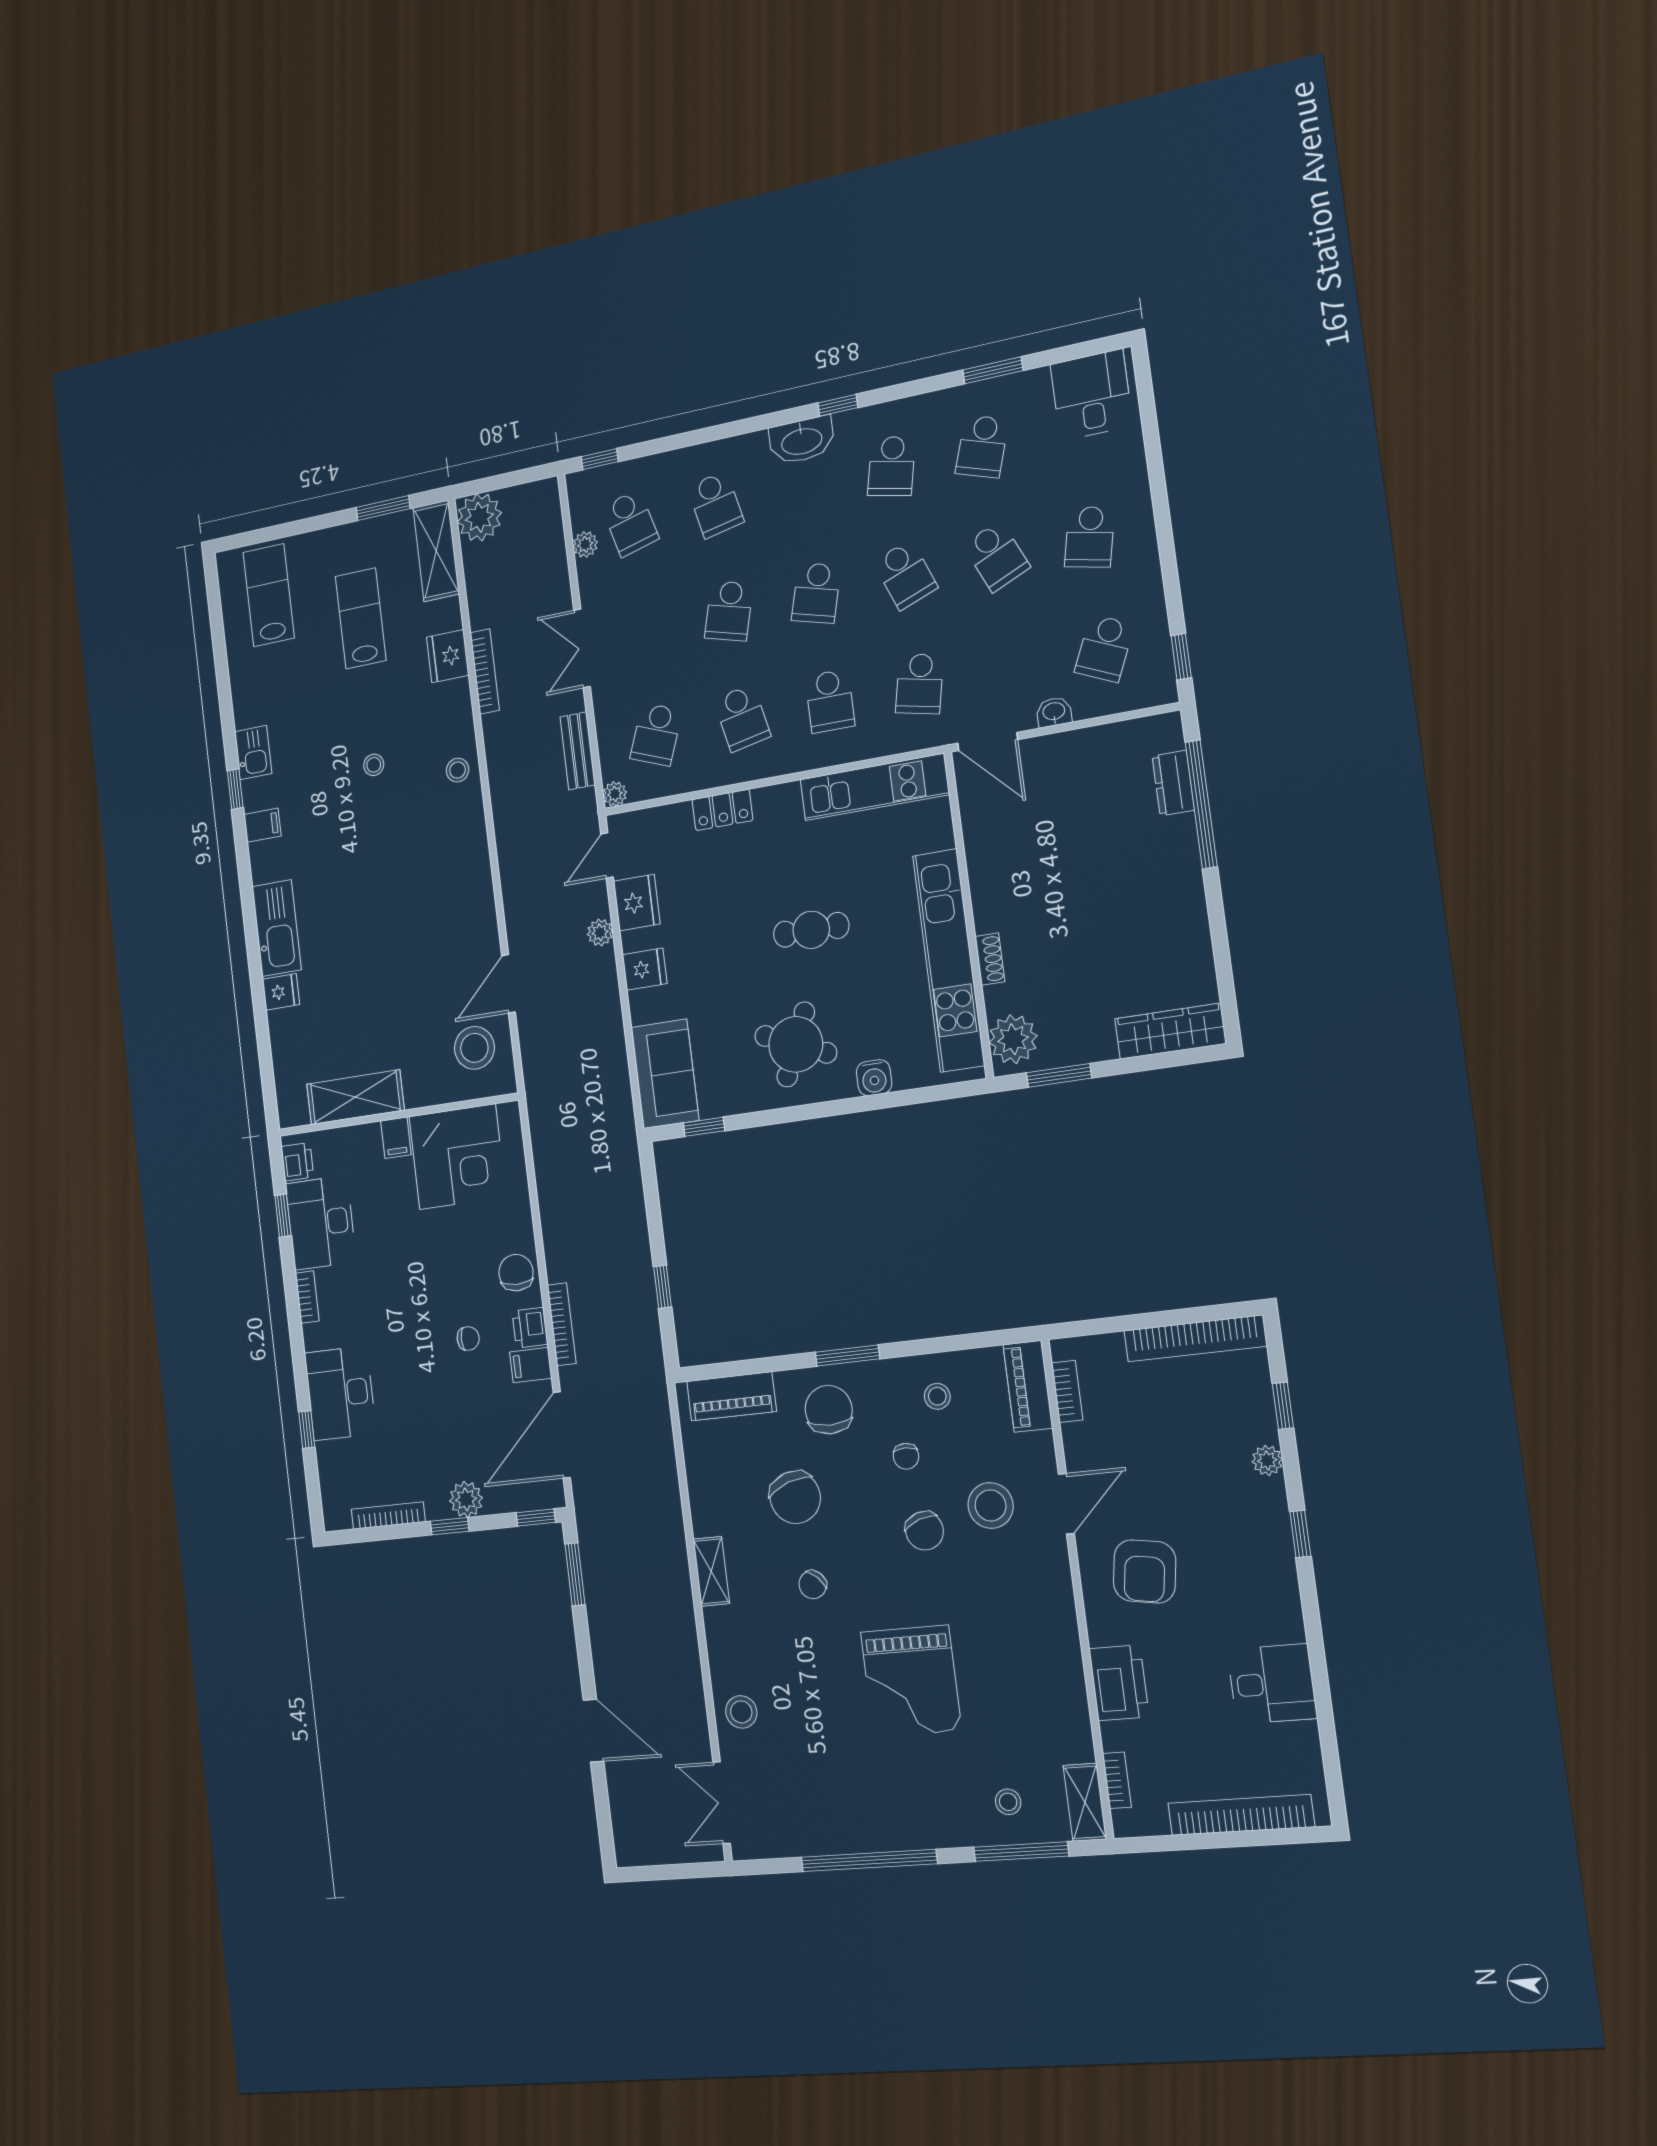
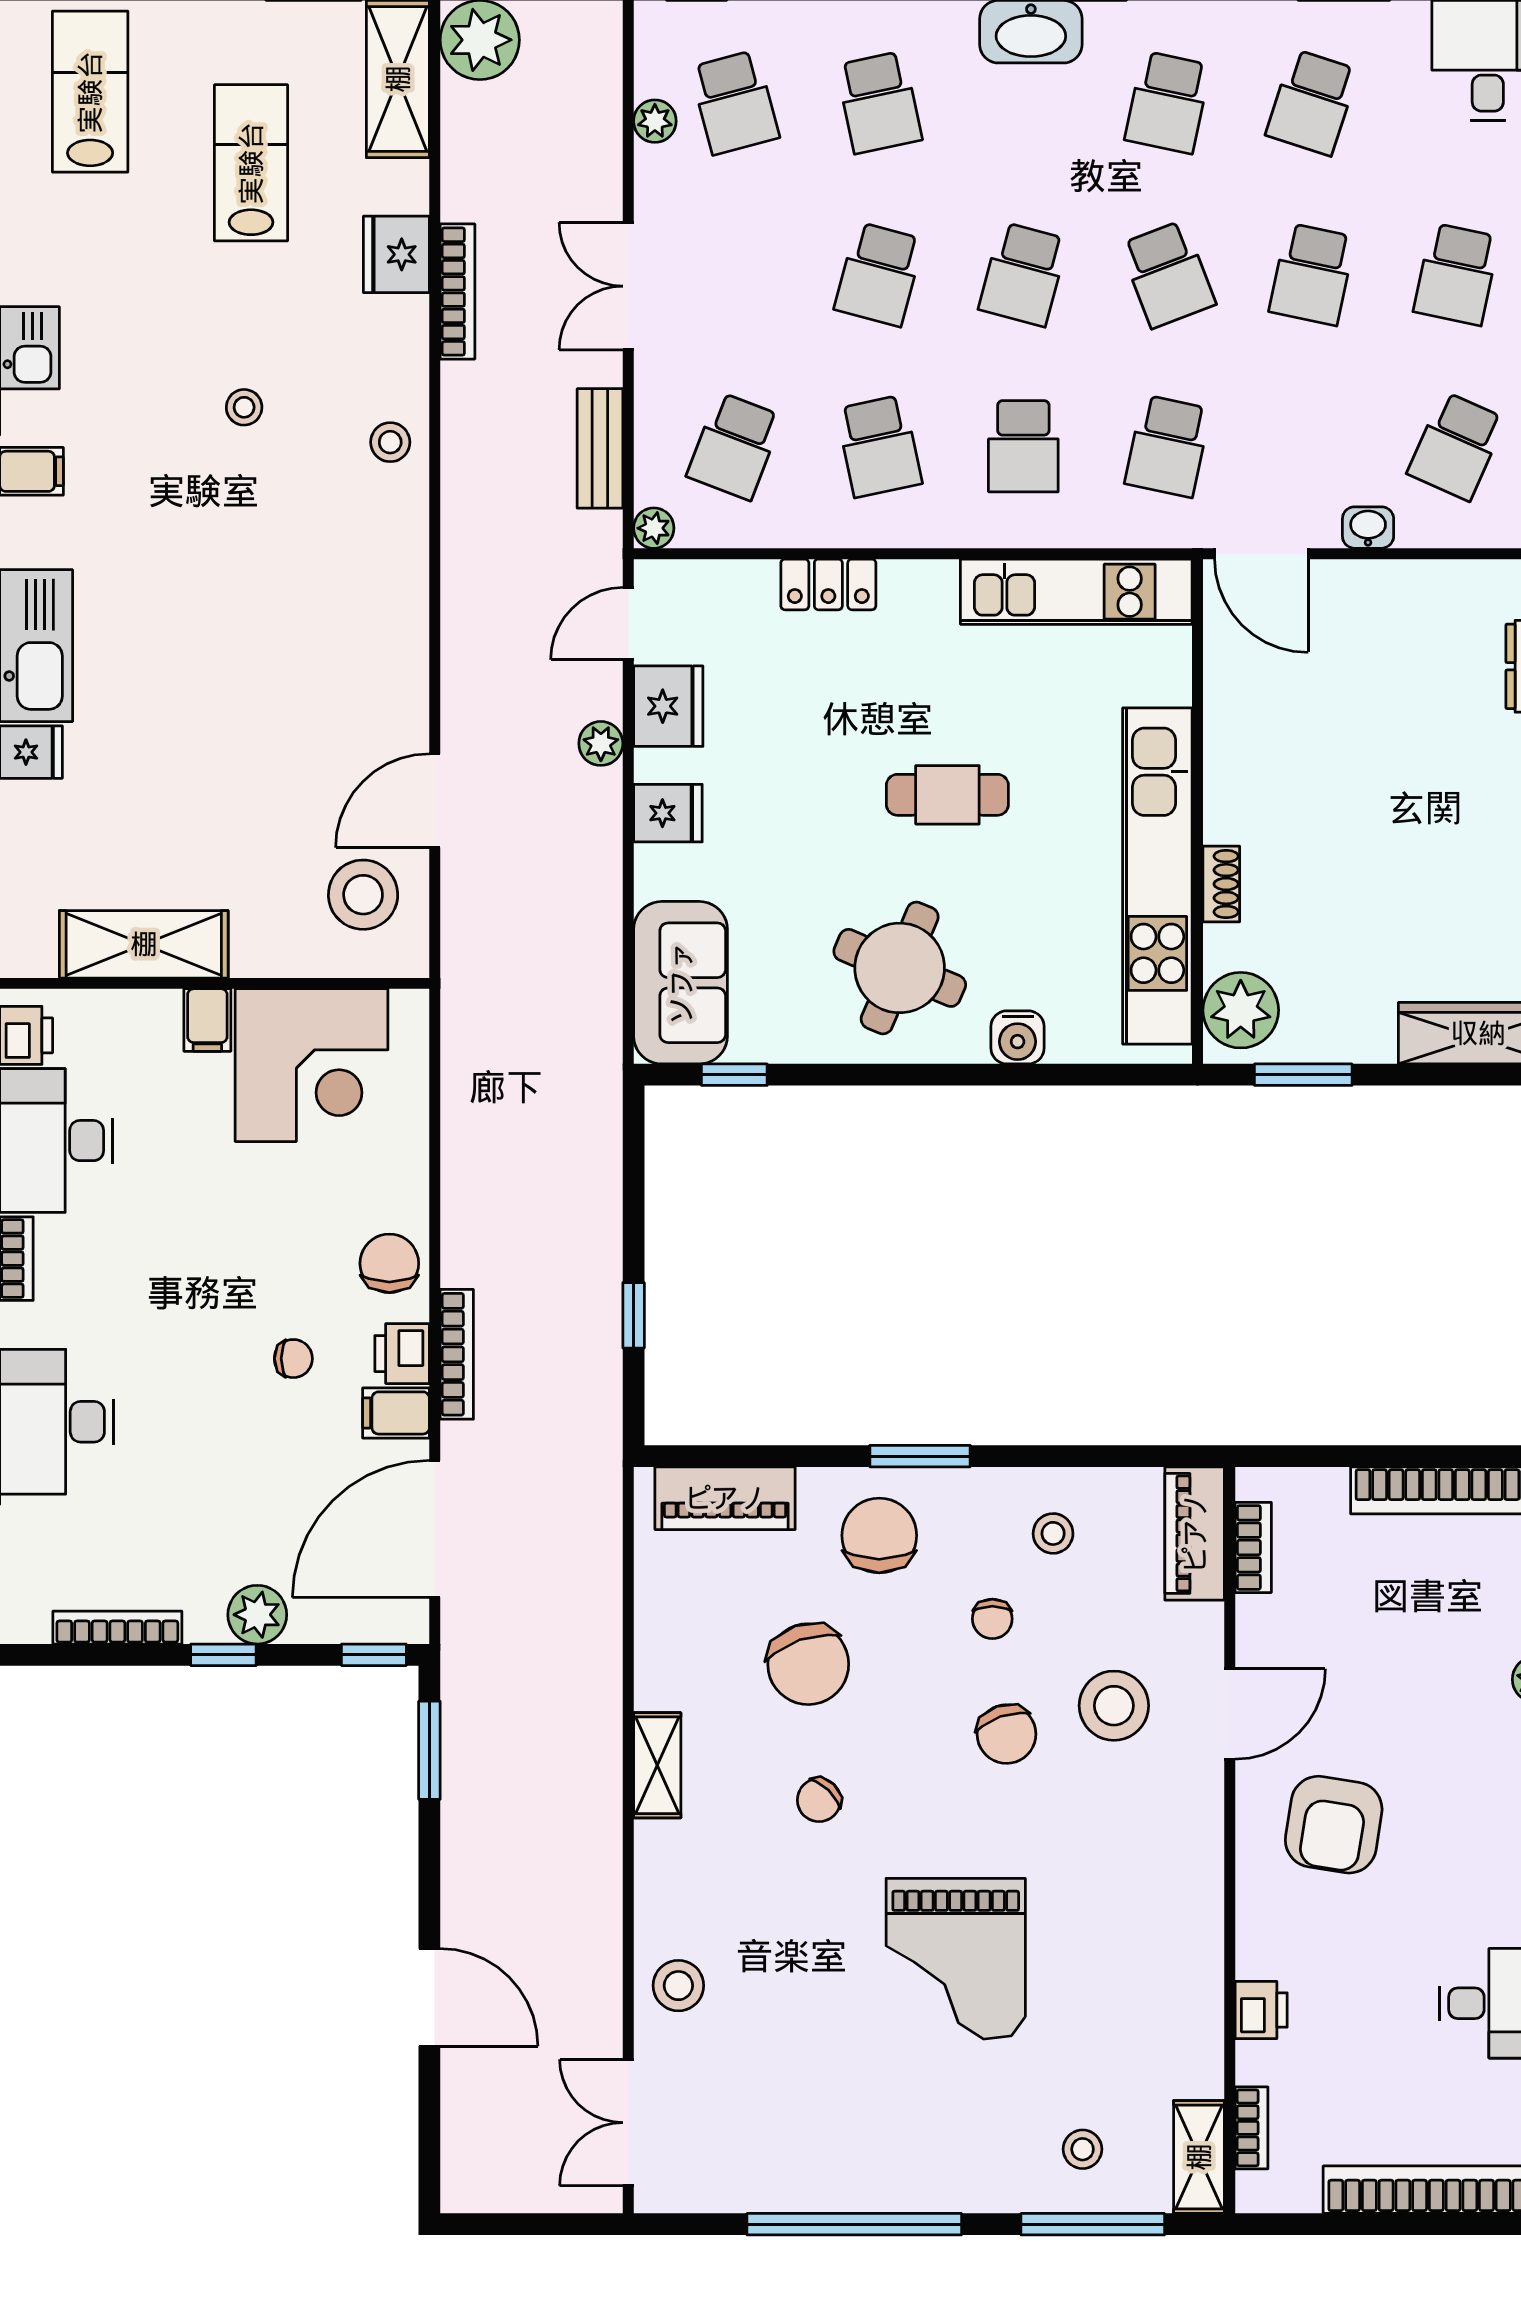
school desk: (997, 556) -> (1312, 274), turned 36
printer: (1119, 1683) -> (1261, 2010), width x0.53, depth x0.68

